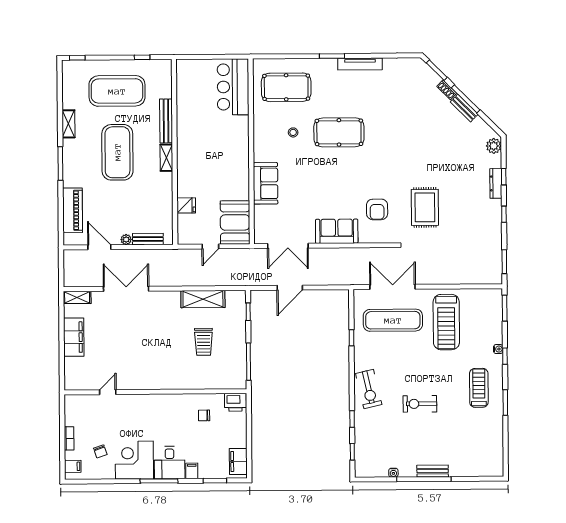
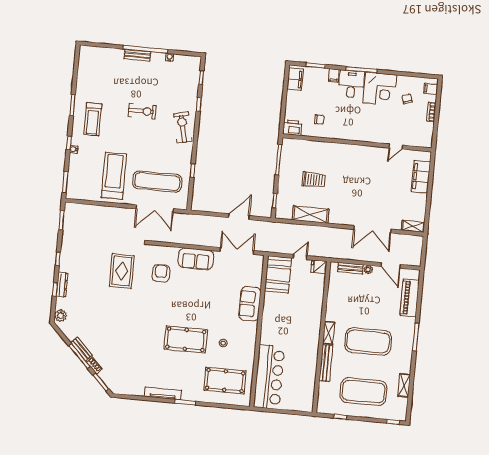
bar counter: (233, 87) -> (269, 377), width x1.36
shelving: (68, 124) -> (404, 385), moved
exercise mat: (117, 152) -> (368, 341), turned 90
fridge: (186, 205) -> (319, 267), moved
filing cabinet: (74, 337) -> (421, 177), moved
trolley: (204, 342) -> (314, 180), turned 90

